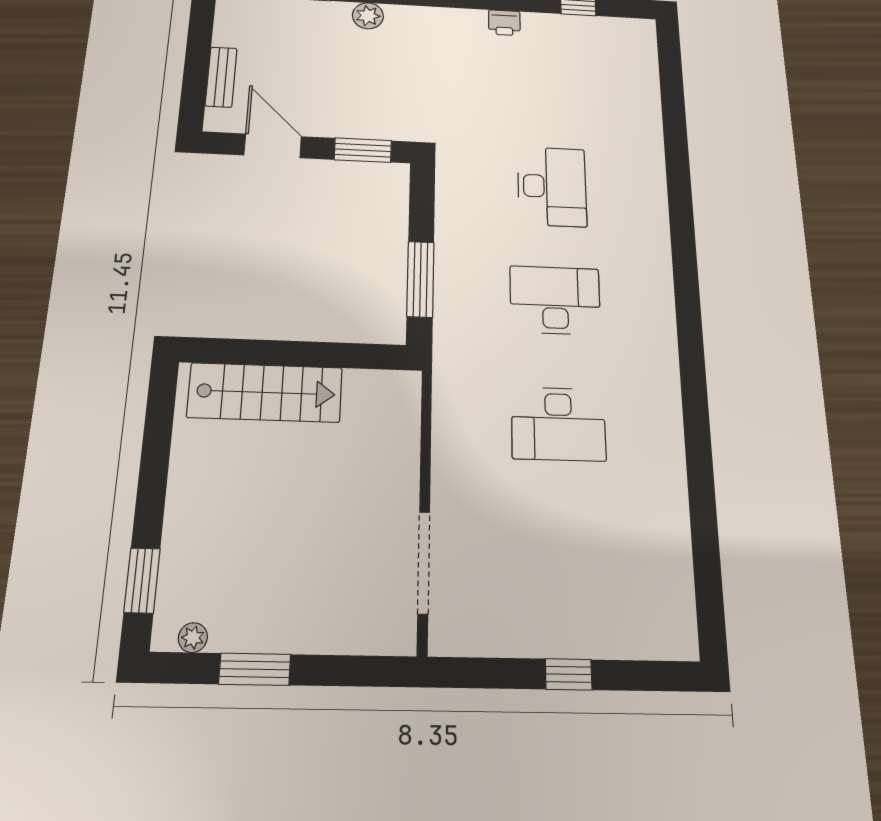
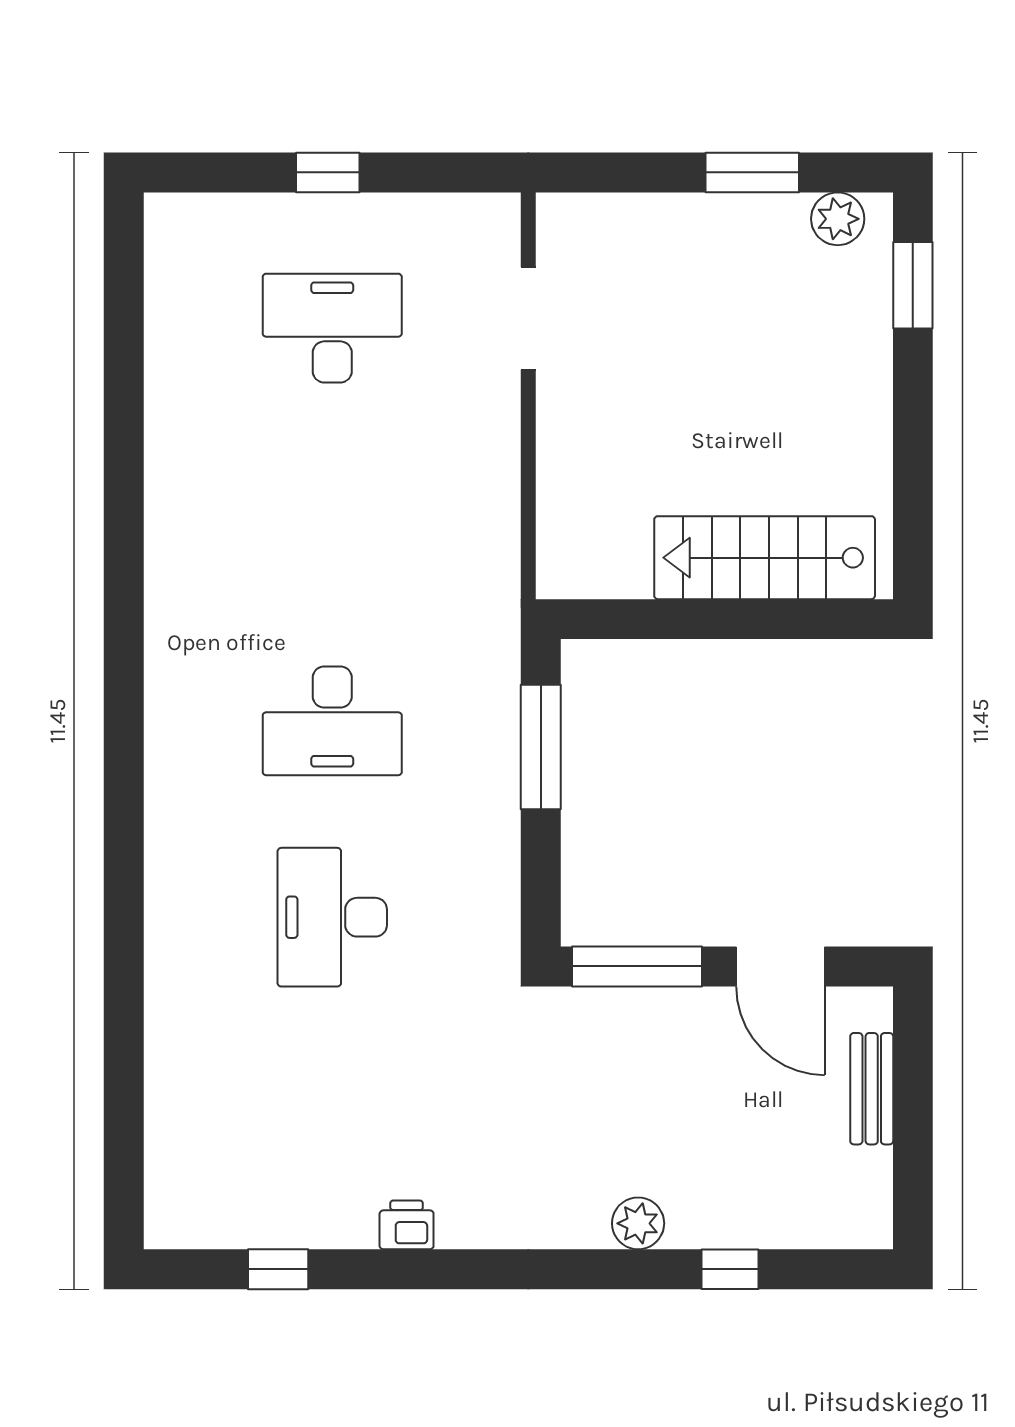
window: (363, 150) -> (637, 966), width x1.44
desk: (558, 424) -> (332, 328), moved
doorway: (424, 562) -> (528, 318), width x0.73
plant: (193, 638) -> (838, 219), width x1.38, depth x1.38

